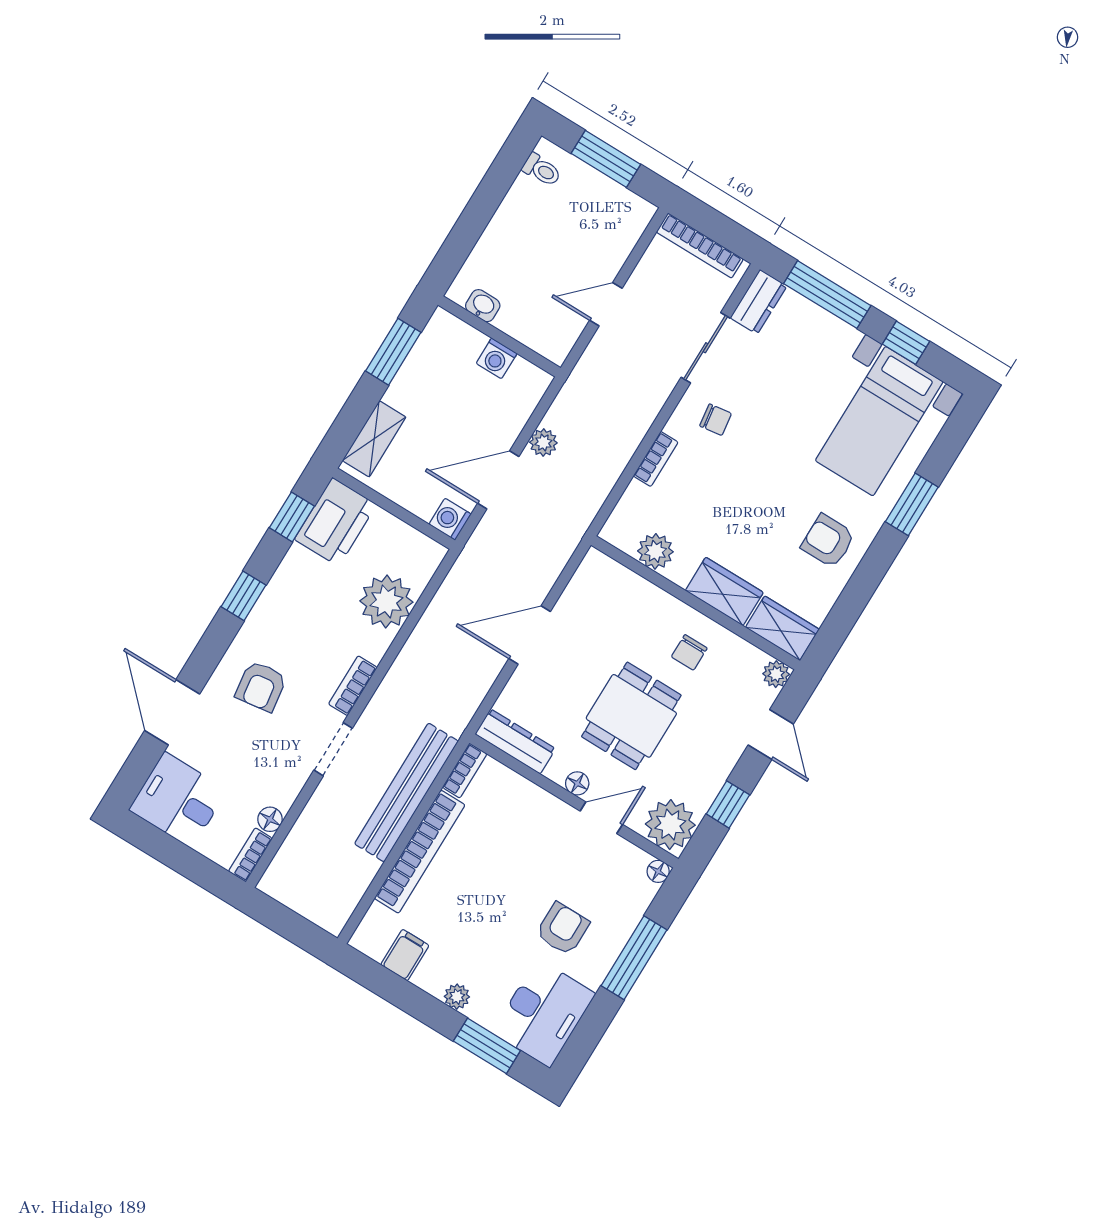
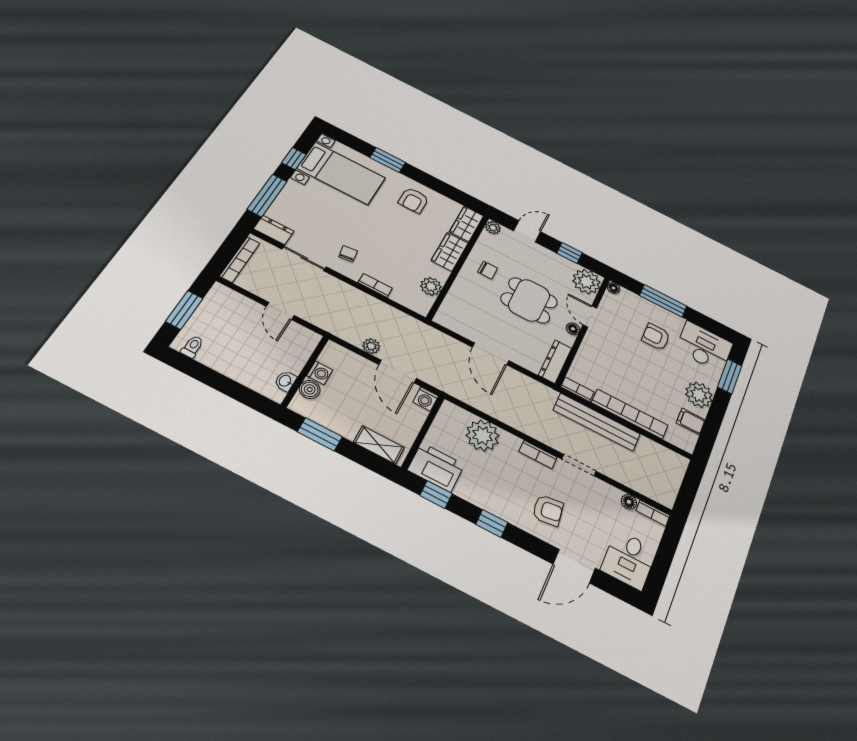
boiler: (468, 341) -> (310, 389), added
plant: (457, 997) -> (699, 395), width x1.87, depth x1.87

